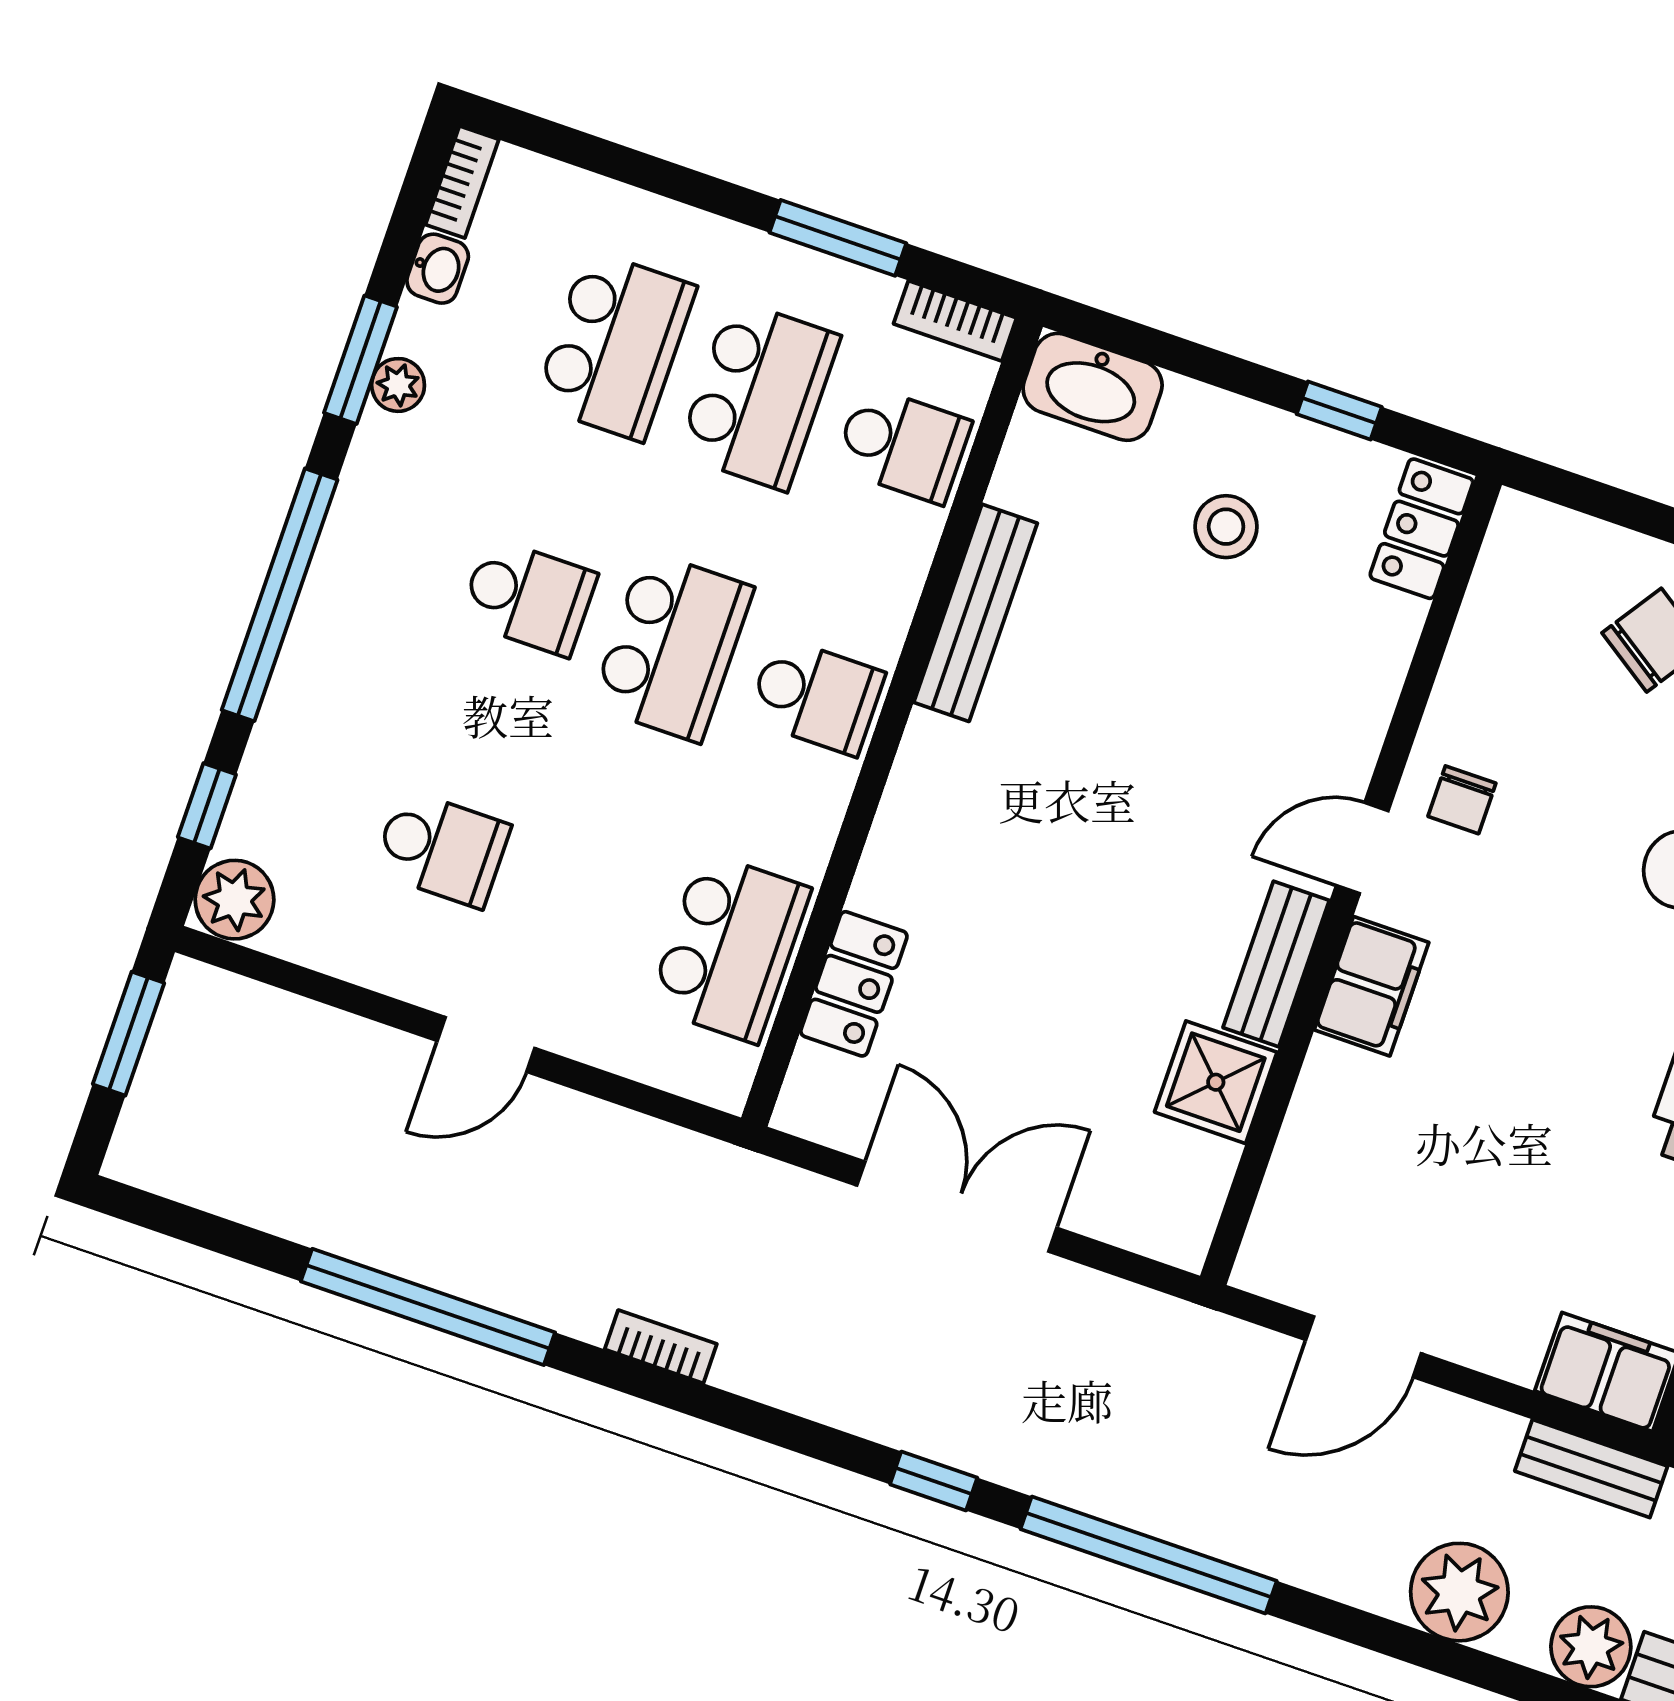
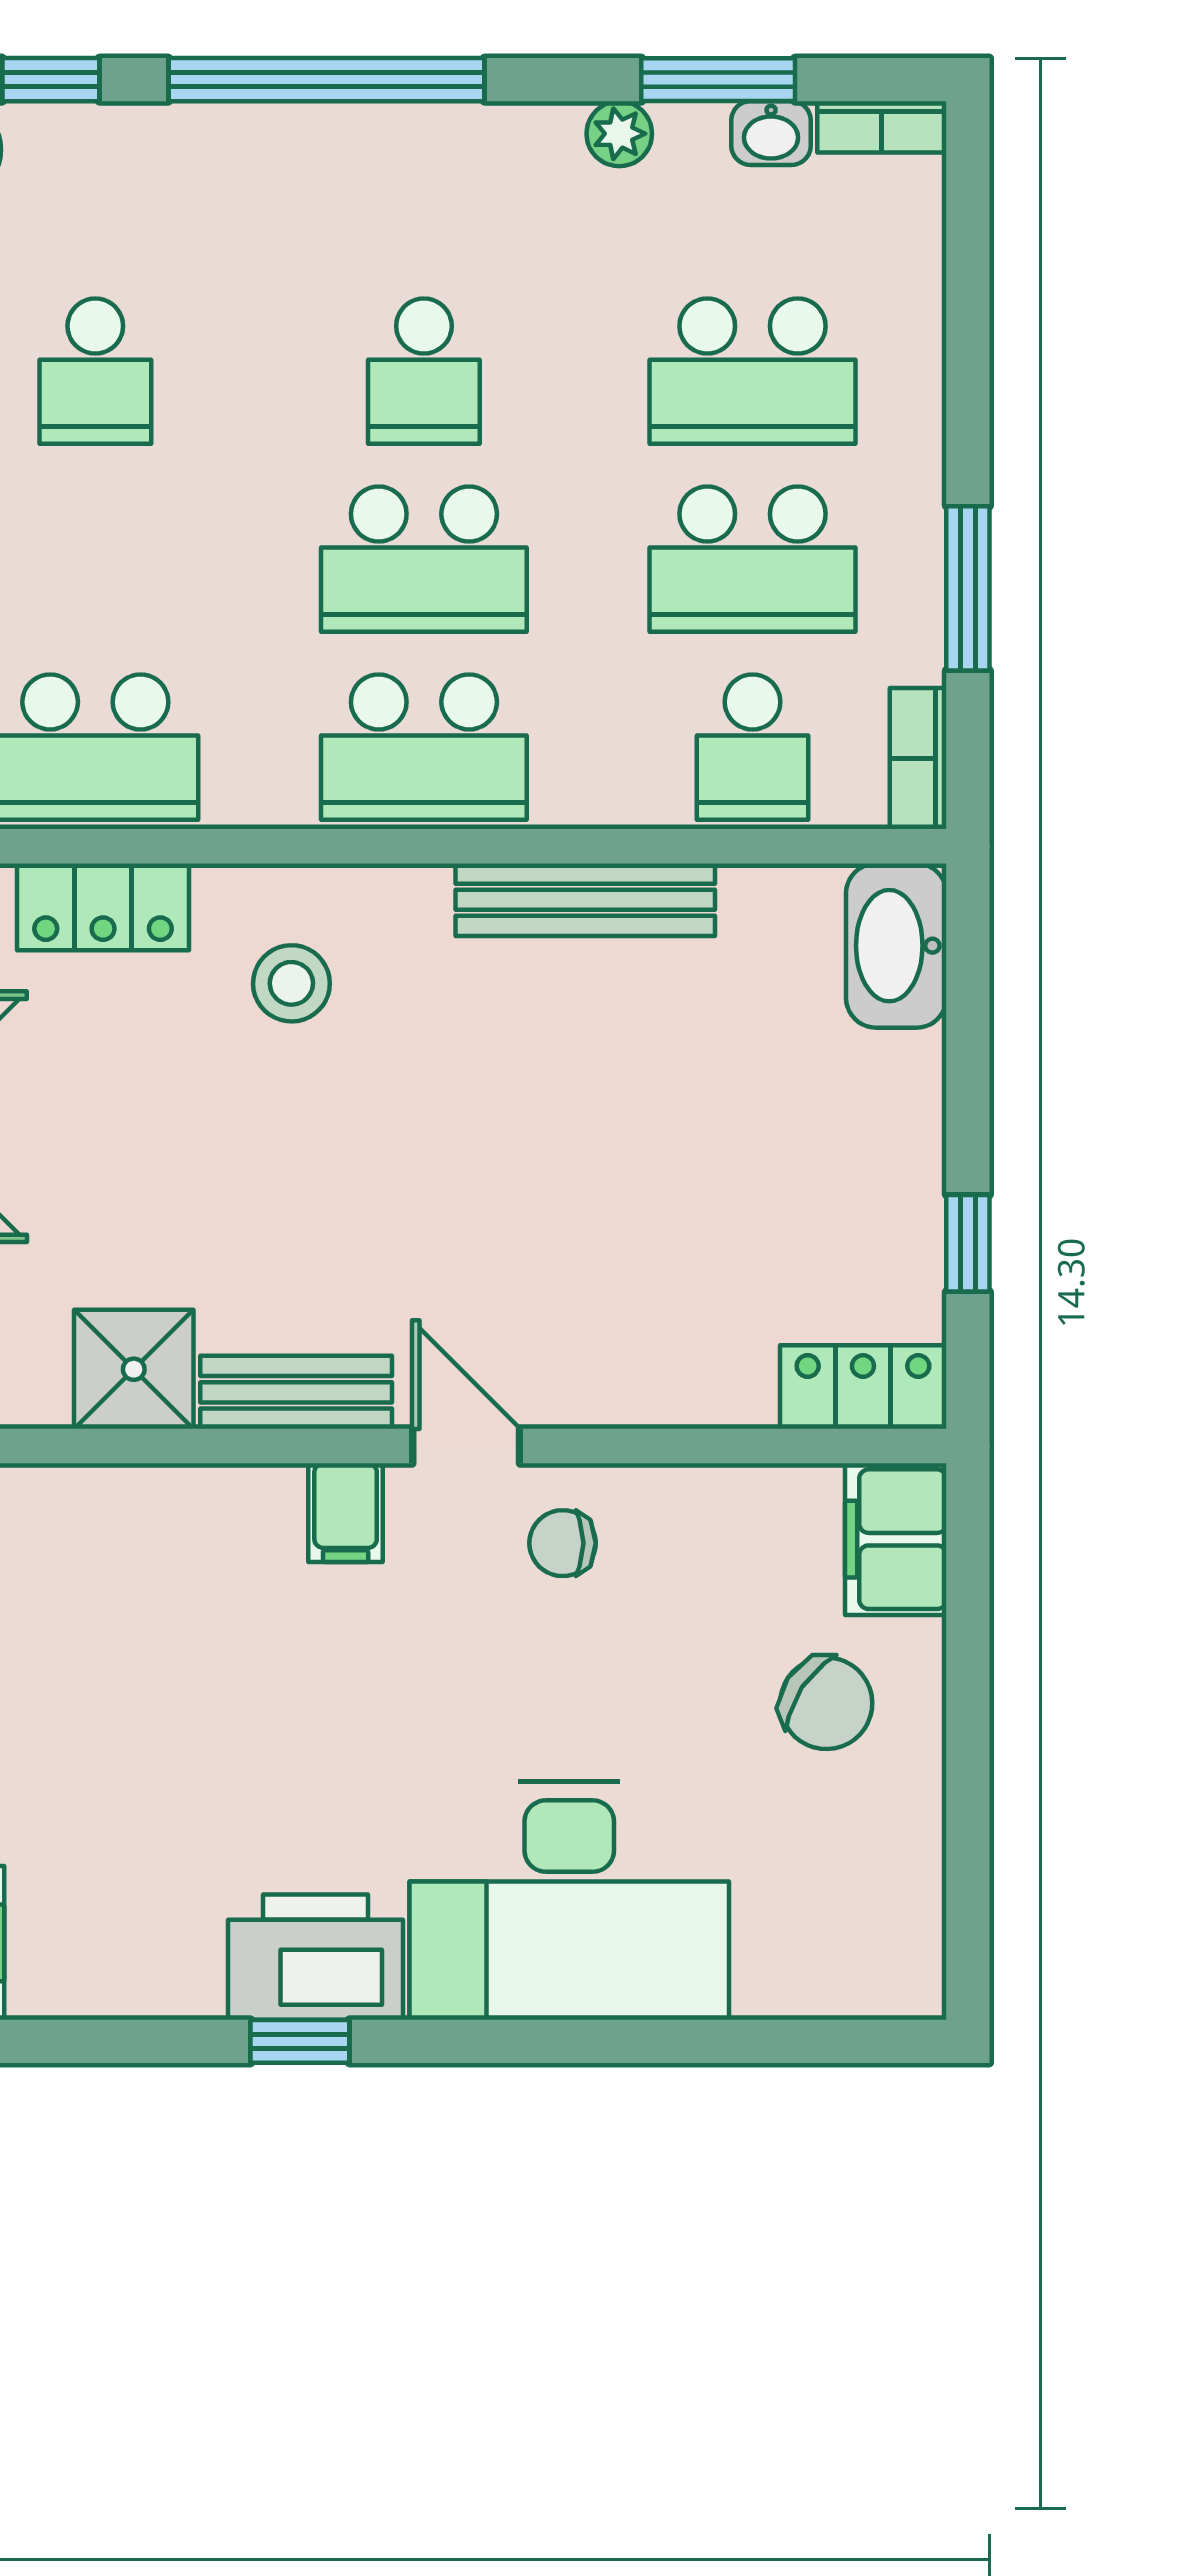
window: (360, 360) -> (718, 80), moved
stool: (1226, 527) -> (291, 983), moved
filing cabinet: (1547, 544) -> (896, 1539), added
school desk: (816, 696) -> (424, 747), width x1.85
filing cabinet: (1372, 986) -> (346, 1513), width x0.50

